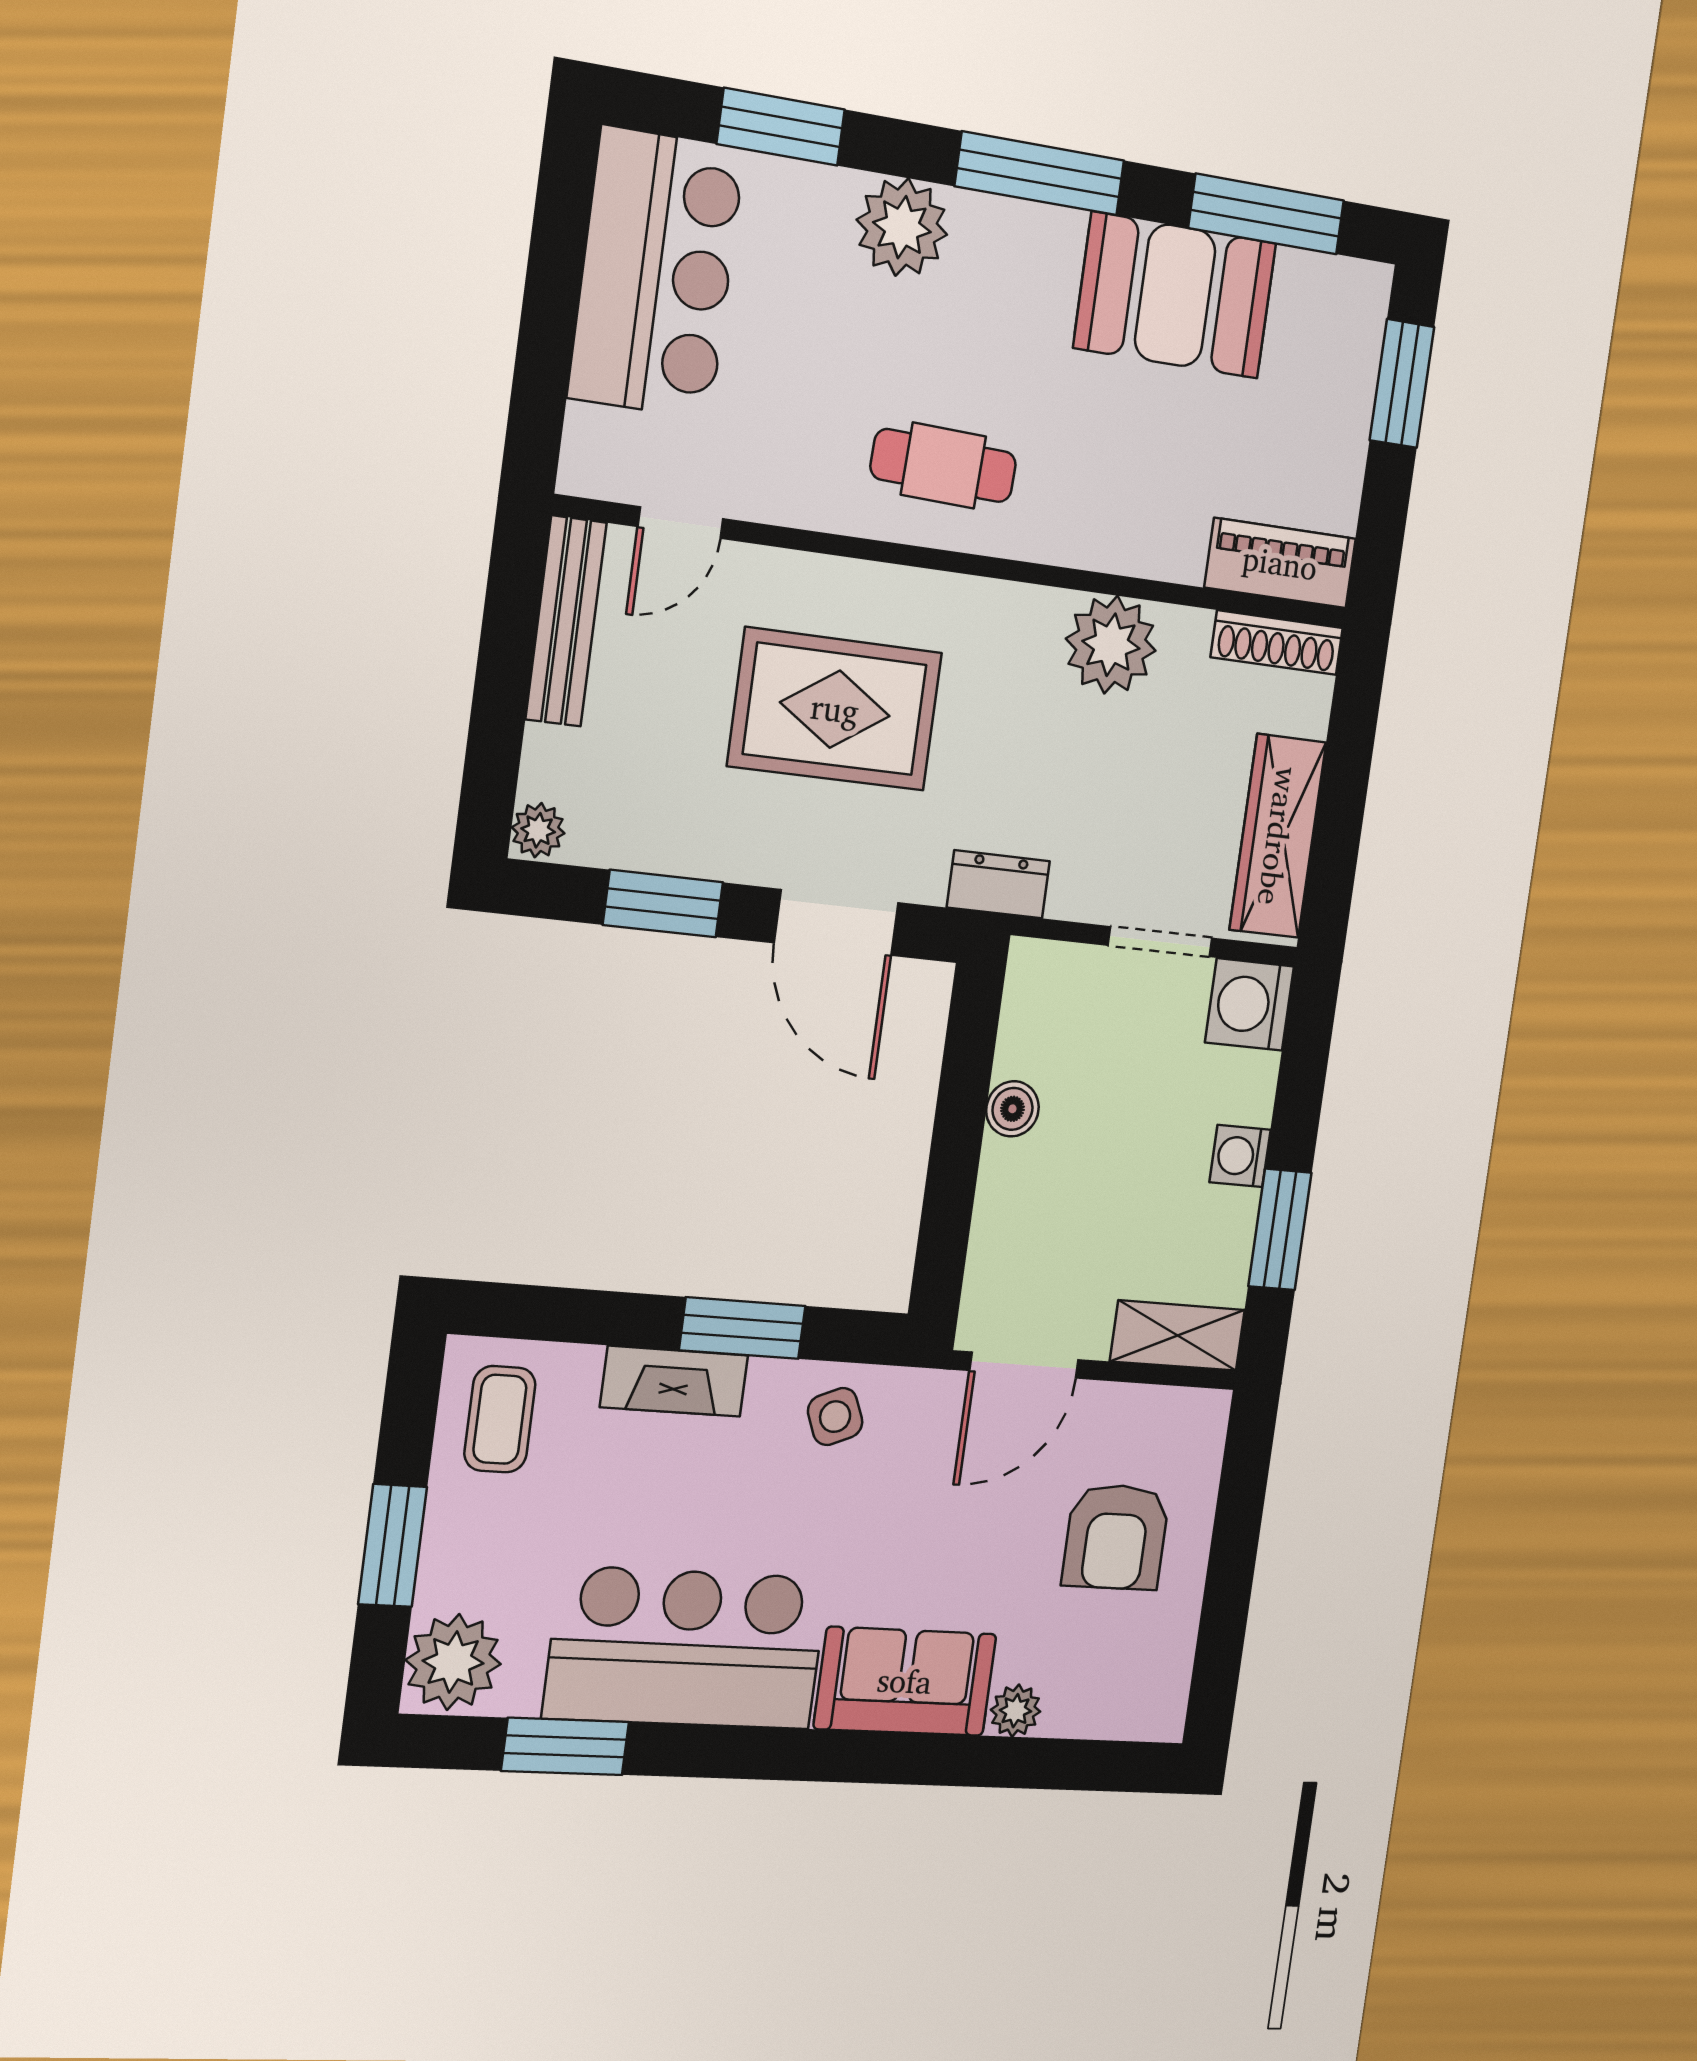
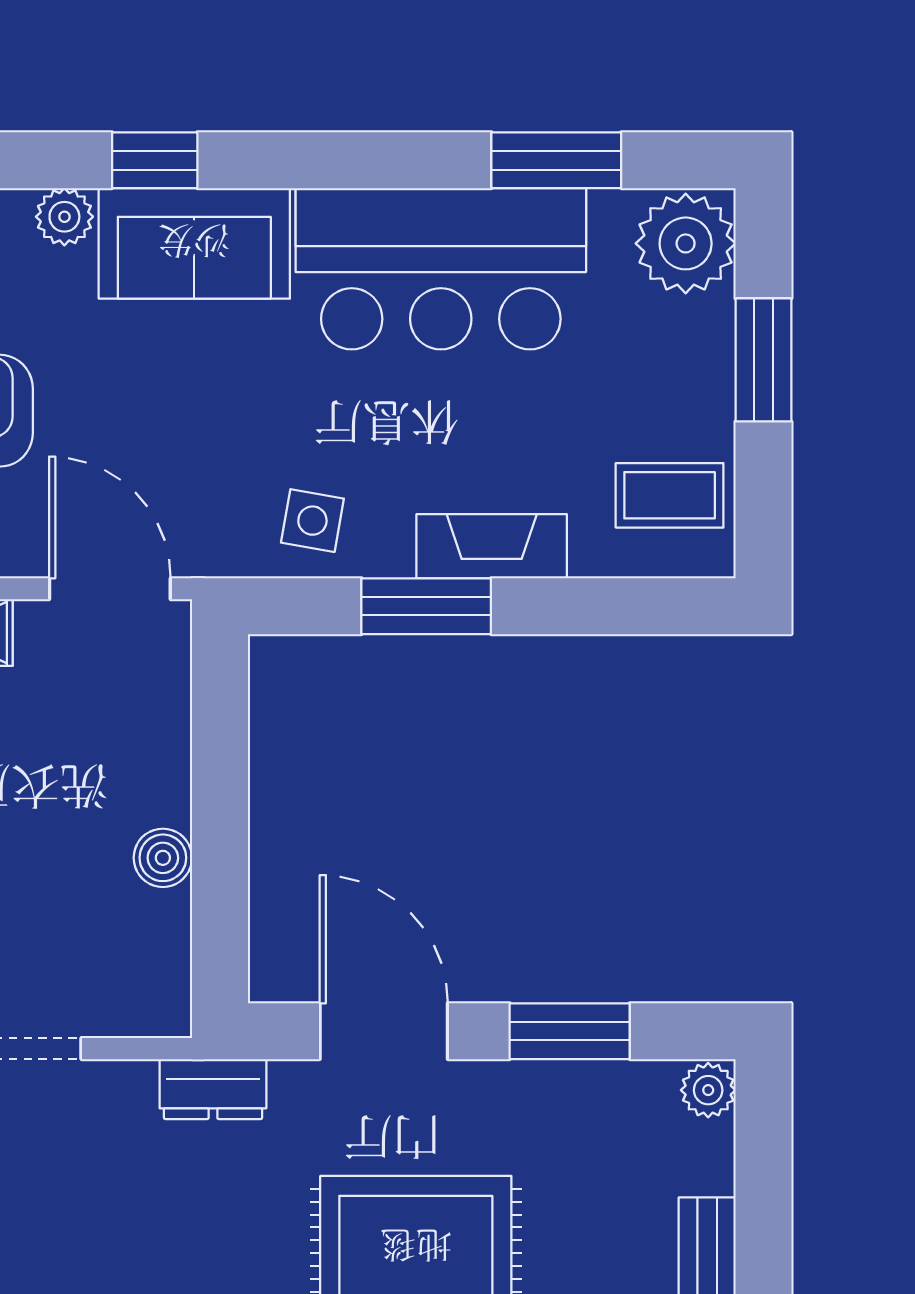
door: (1024, 1365) -> (110, 589), hinge flipped
side table: (835, 1417) -> (312, 521), turned 33
coffee table: (500, 1419) -> (670, 495), turned 90
window: (929, 1760) -> (155, 160), added

